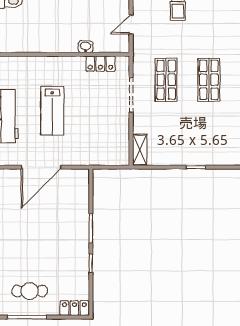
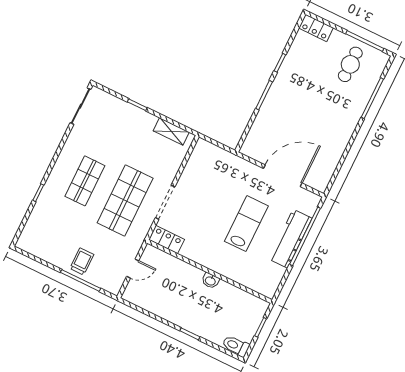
washbasin: (86, 47) -> (210, 281), moved
locker: (100, 64) -> (167, 240), moved
shop shelf: (166, 80) -> (125, 201), width x1.43, depth x1.36
shelving: (140, 150) -> (171, 131), moved, turned 90
cafe table: (30, 291) -> (350, 64), turned 90

